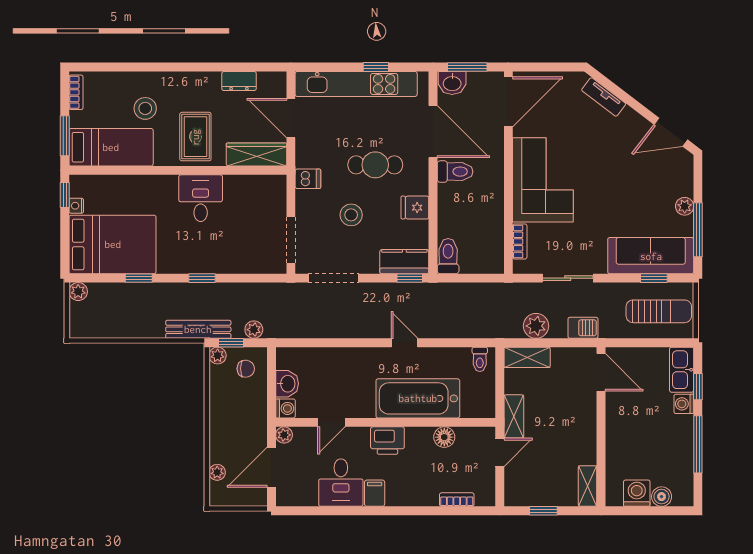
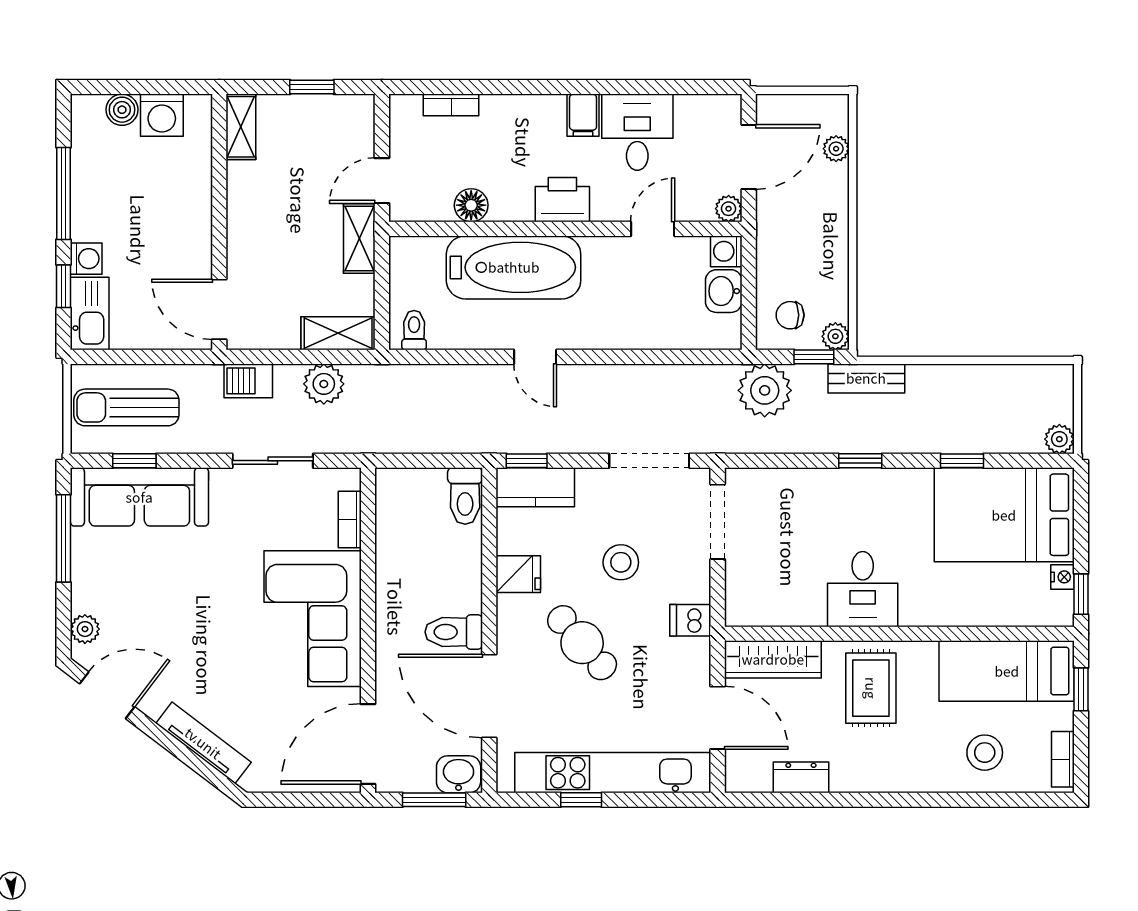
tv unit: (604, 97) -> (203, 743), width x1.41
stool: (145, 108) -> (985, 753), moved
window: (65, 136) -> (1081, 689), width x0.67
cafe table: (375, 165) -> (582, 643), turned 49
plant: (685, 206) -> (85, 629), moved
bench: (198, 329) -> (866, 378), width x0.73
plant: (254, 330) -> (765, 390), width x1.88, depth x1.88

